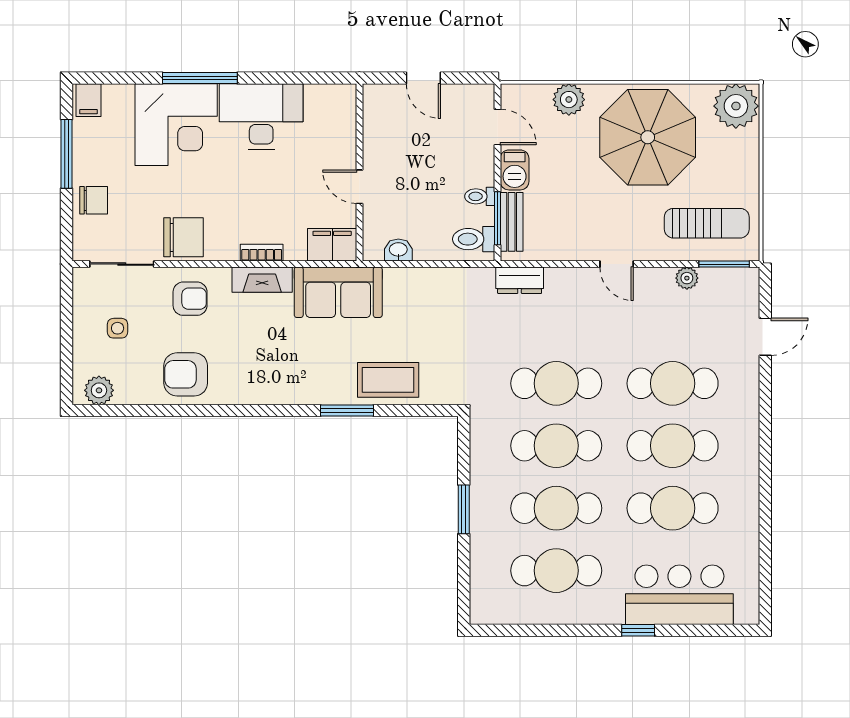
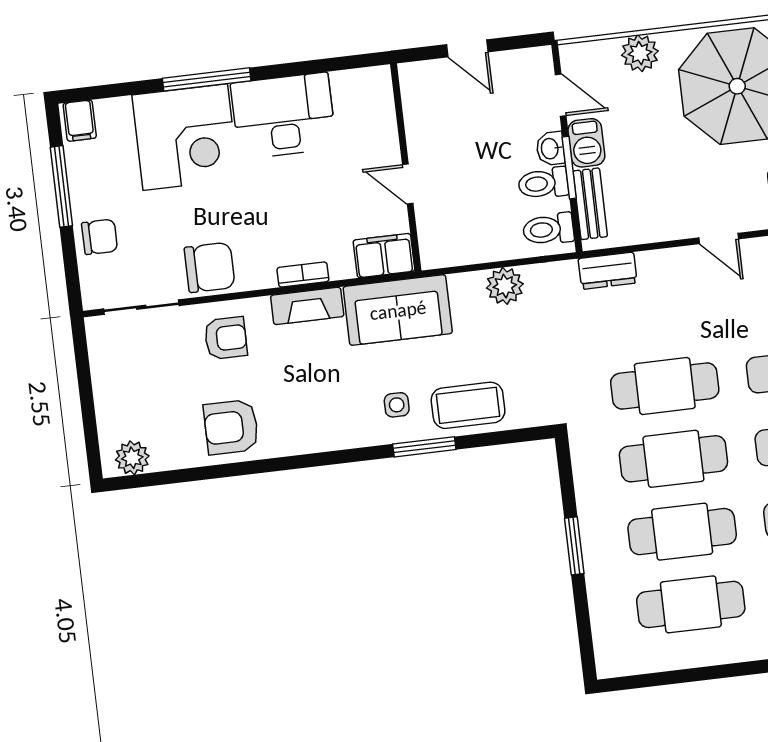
toilet: (480, 196) -> (543, 183), width x1.37, depth x1.39
window: (497, 218) -> (569, 168), moved
washbasin: (398, 250) -> (550, 149), moved, turned -90
plant: (431, 283) -> (505, 286), added
side table: (118, 328) -> (397, 405), moved

